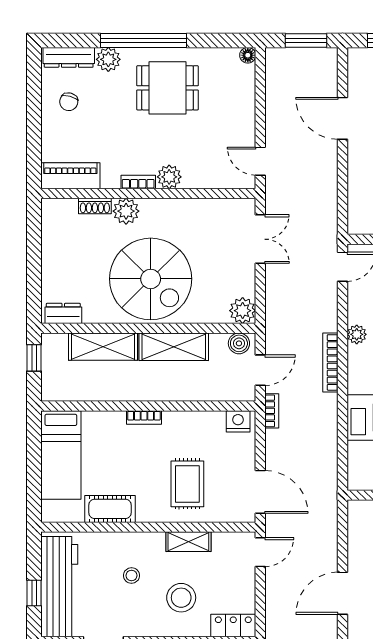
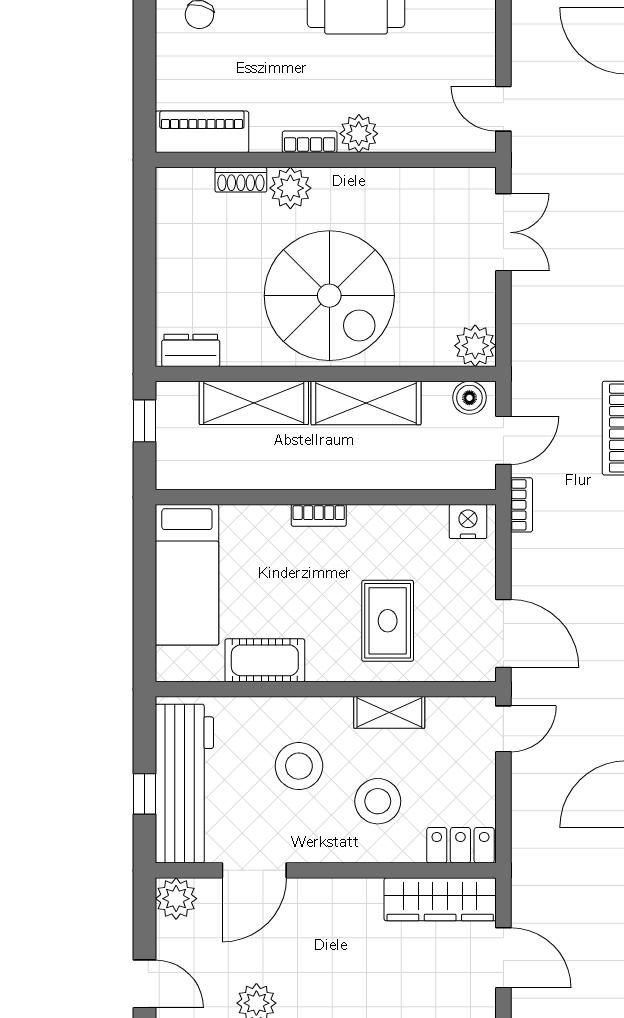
stool: (132, 575) -> (299, 766), width x1.89, depth x1.89

